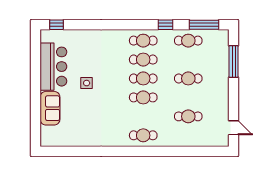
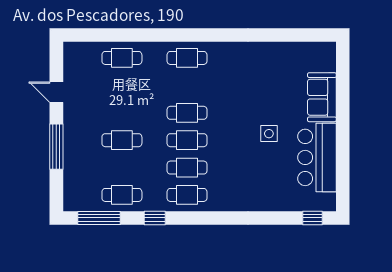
window: (234, 62) -> (56, 147), moved
cafe table: (188, 116) -> (122, 58), moved
door: (234, 128) -> (56, 92), moved

